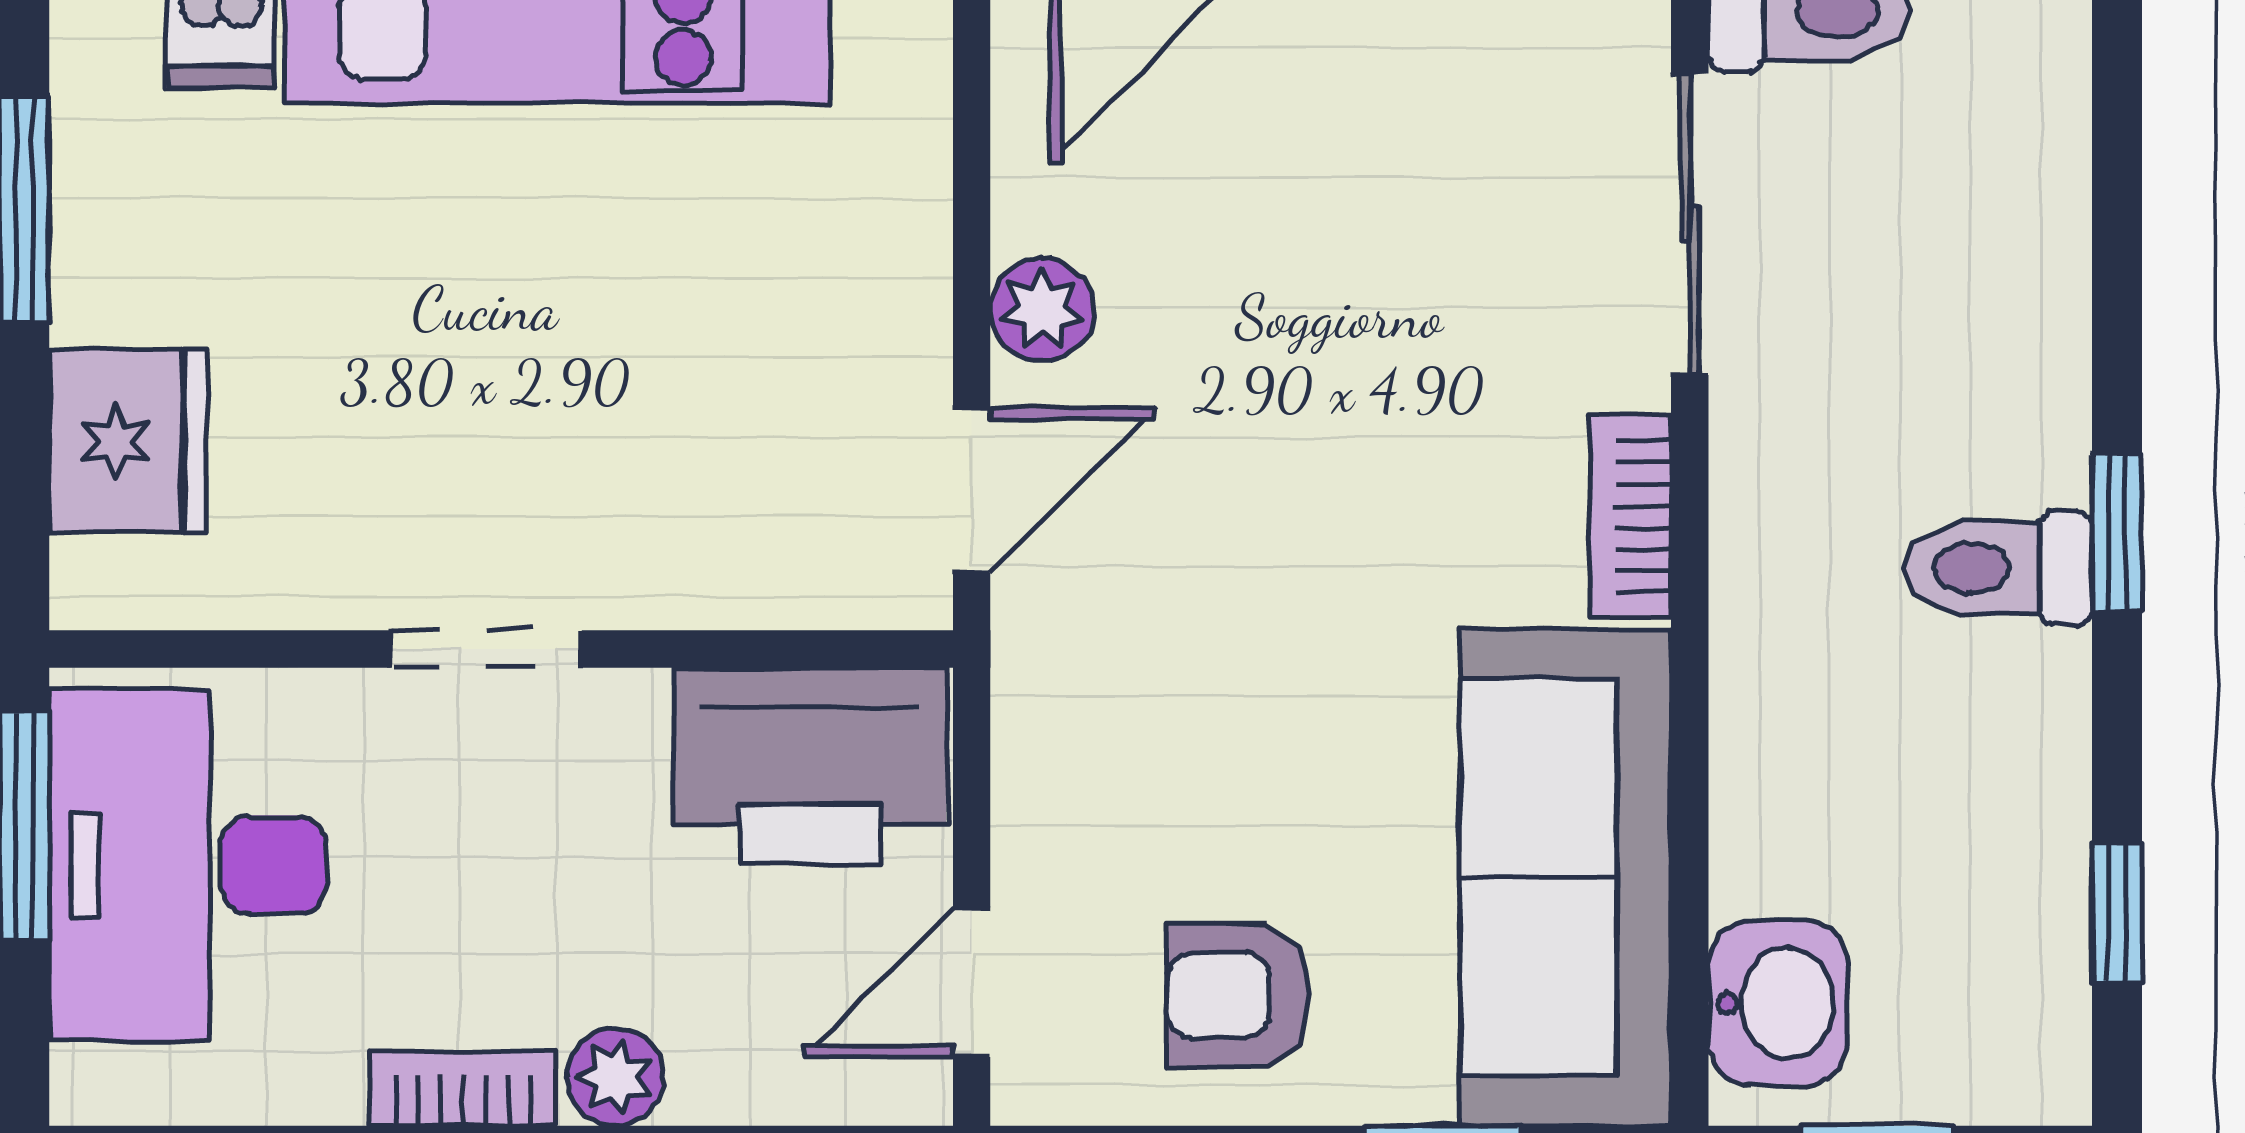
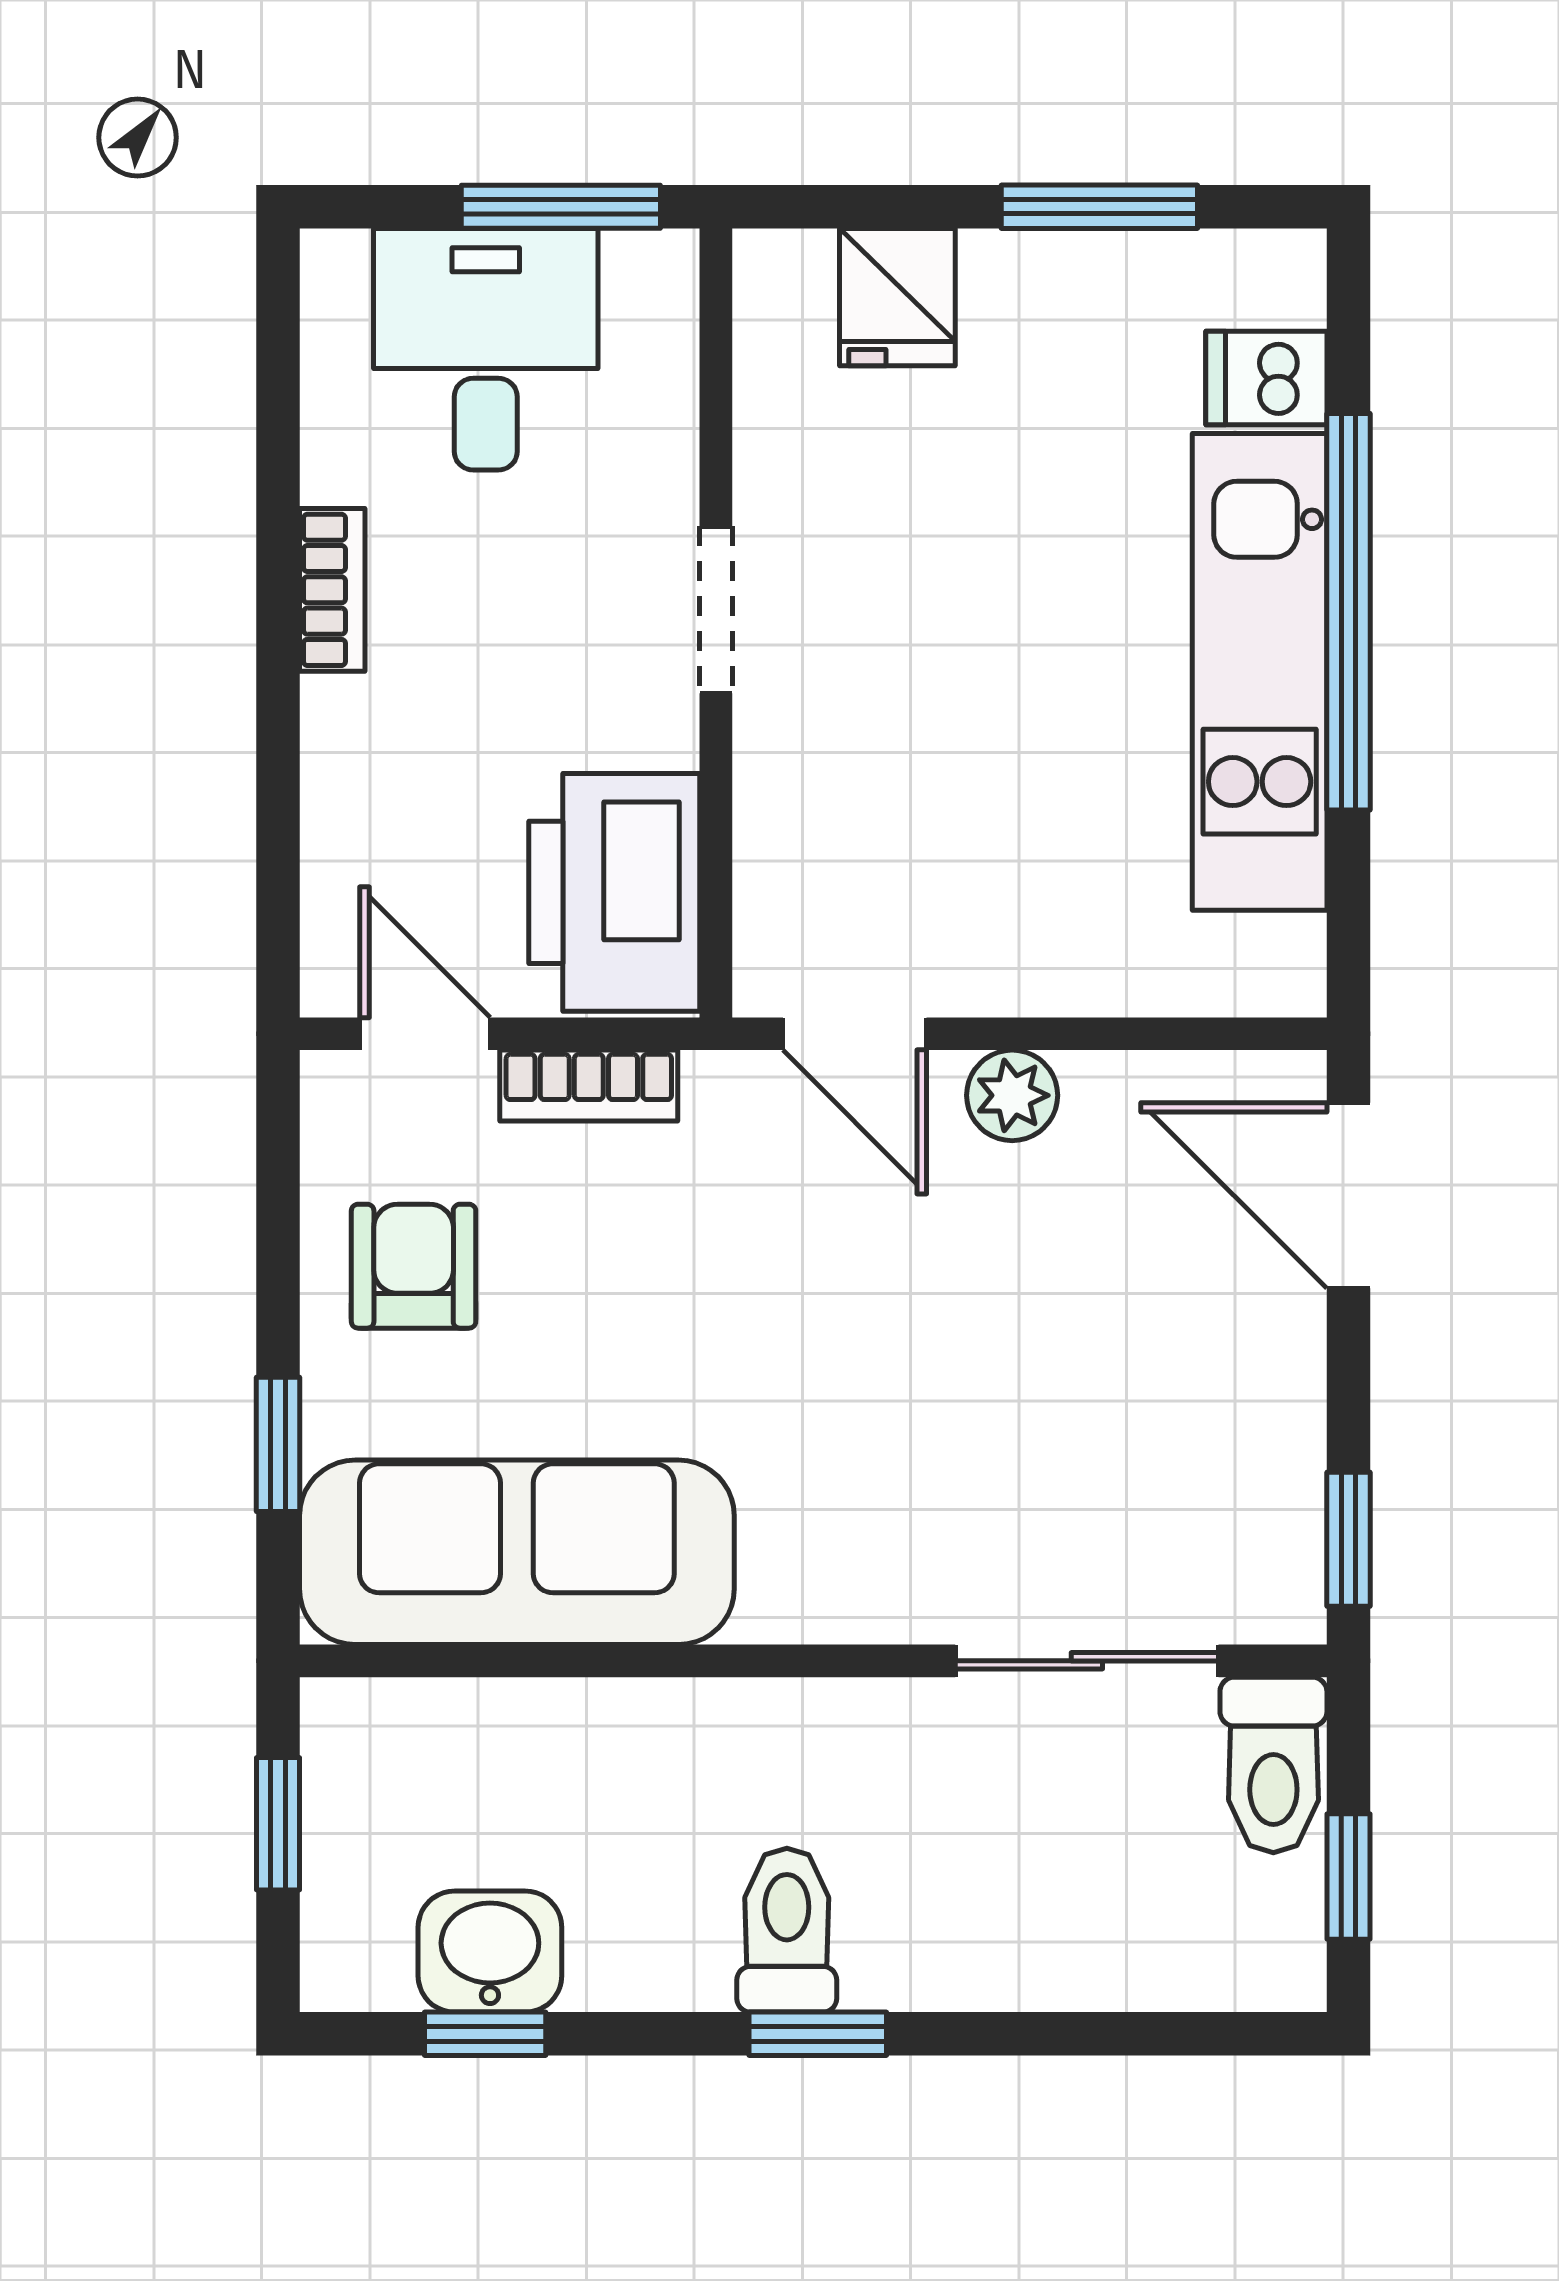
fridge: (128, 441) -> (897, 297), width x0.72
bookcase: (1631, 517) -> (589, 1086), moved, turned 180
desk: (188, 865) -> (486, 349), width x0.73
washbasin: (1778, 1003) -> (490, 1952), moved, turned 180
plant: (615, 1077) -> (342, 722), removed

